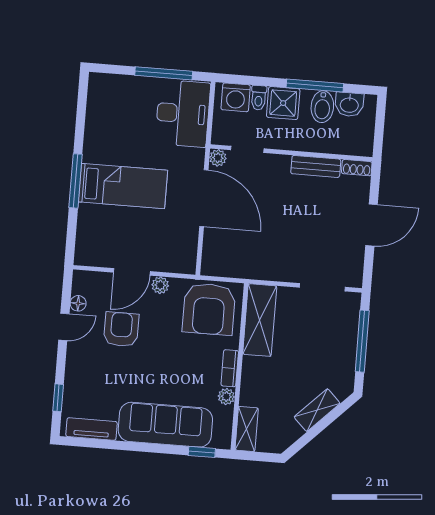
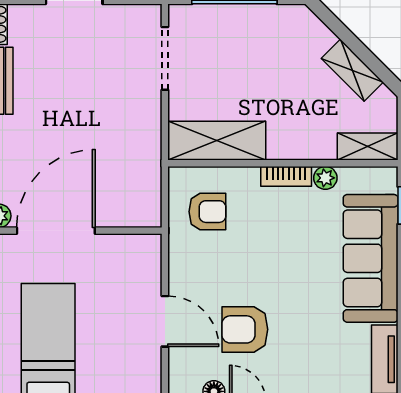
plant: (160, 285) -> (180, 281), removed
armchair: (209, 309) -> (207, 212), width x0.53, depth x0.53
shelving: (317, 410) -> (352, 70), moved

